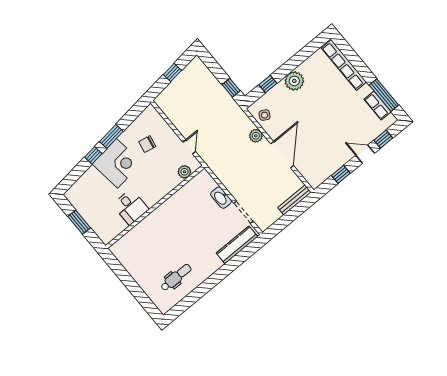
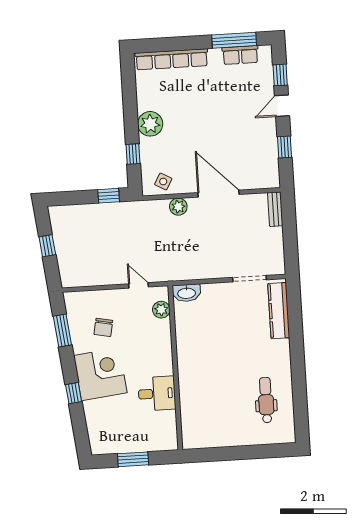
window: (111, 136) -> (62, 330), moved
washbasin: (221, 198) -> (187, 293), moved
bench: (294, 200) -> (275, 209), width x0.73

